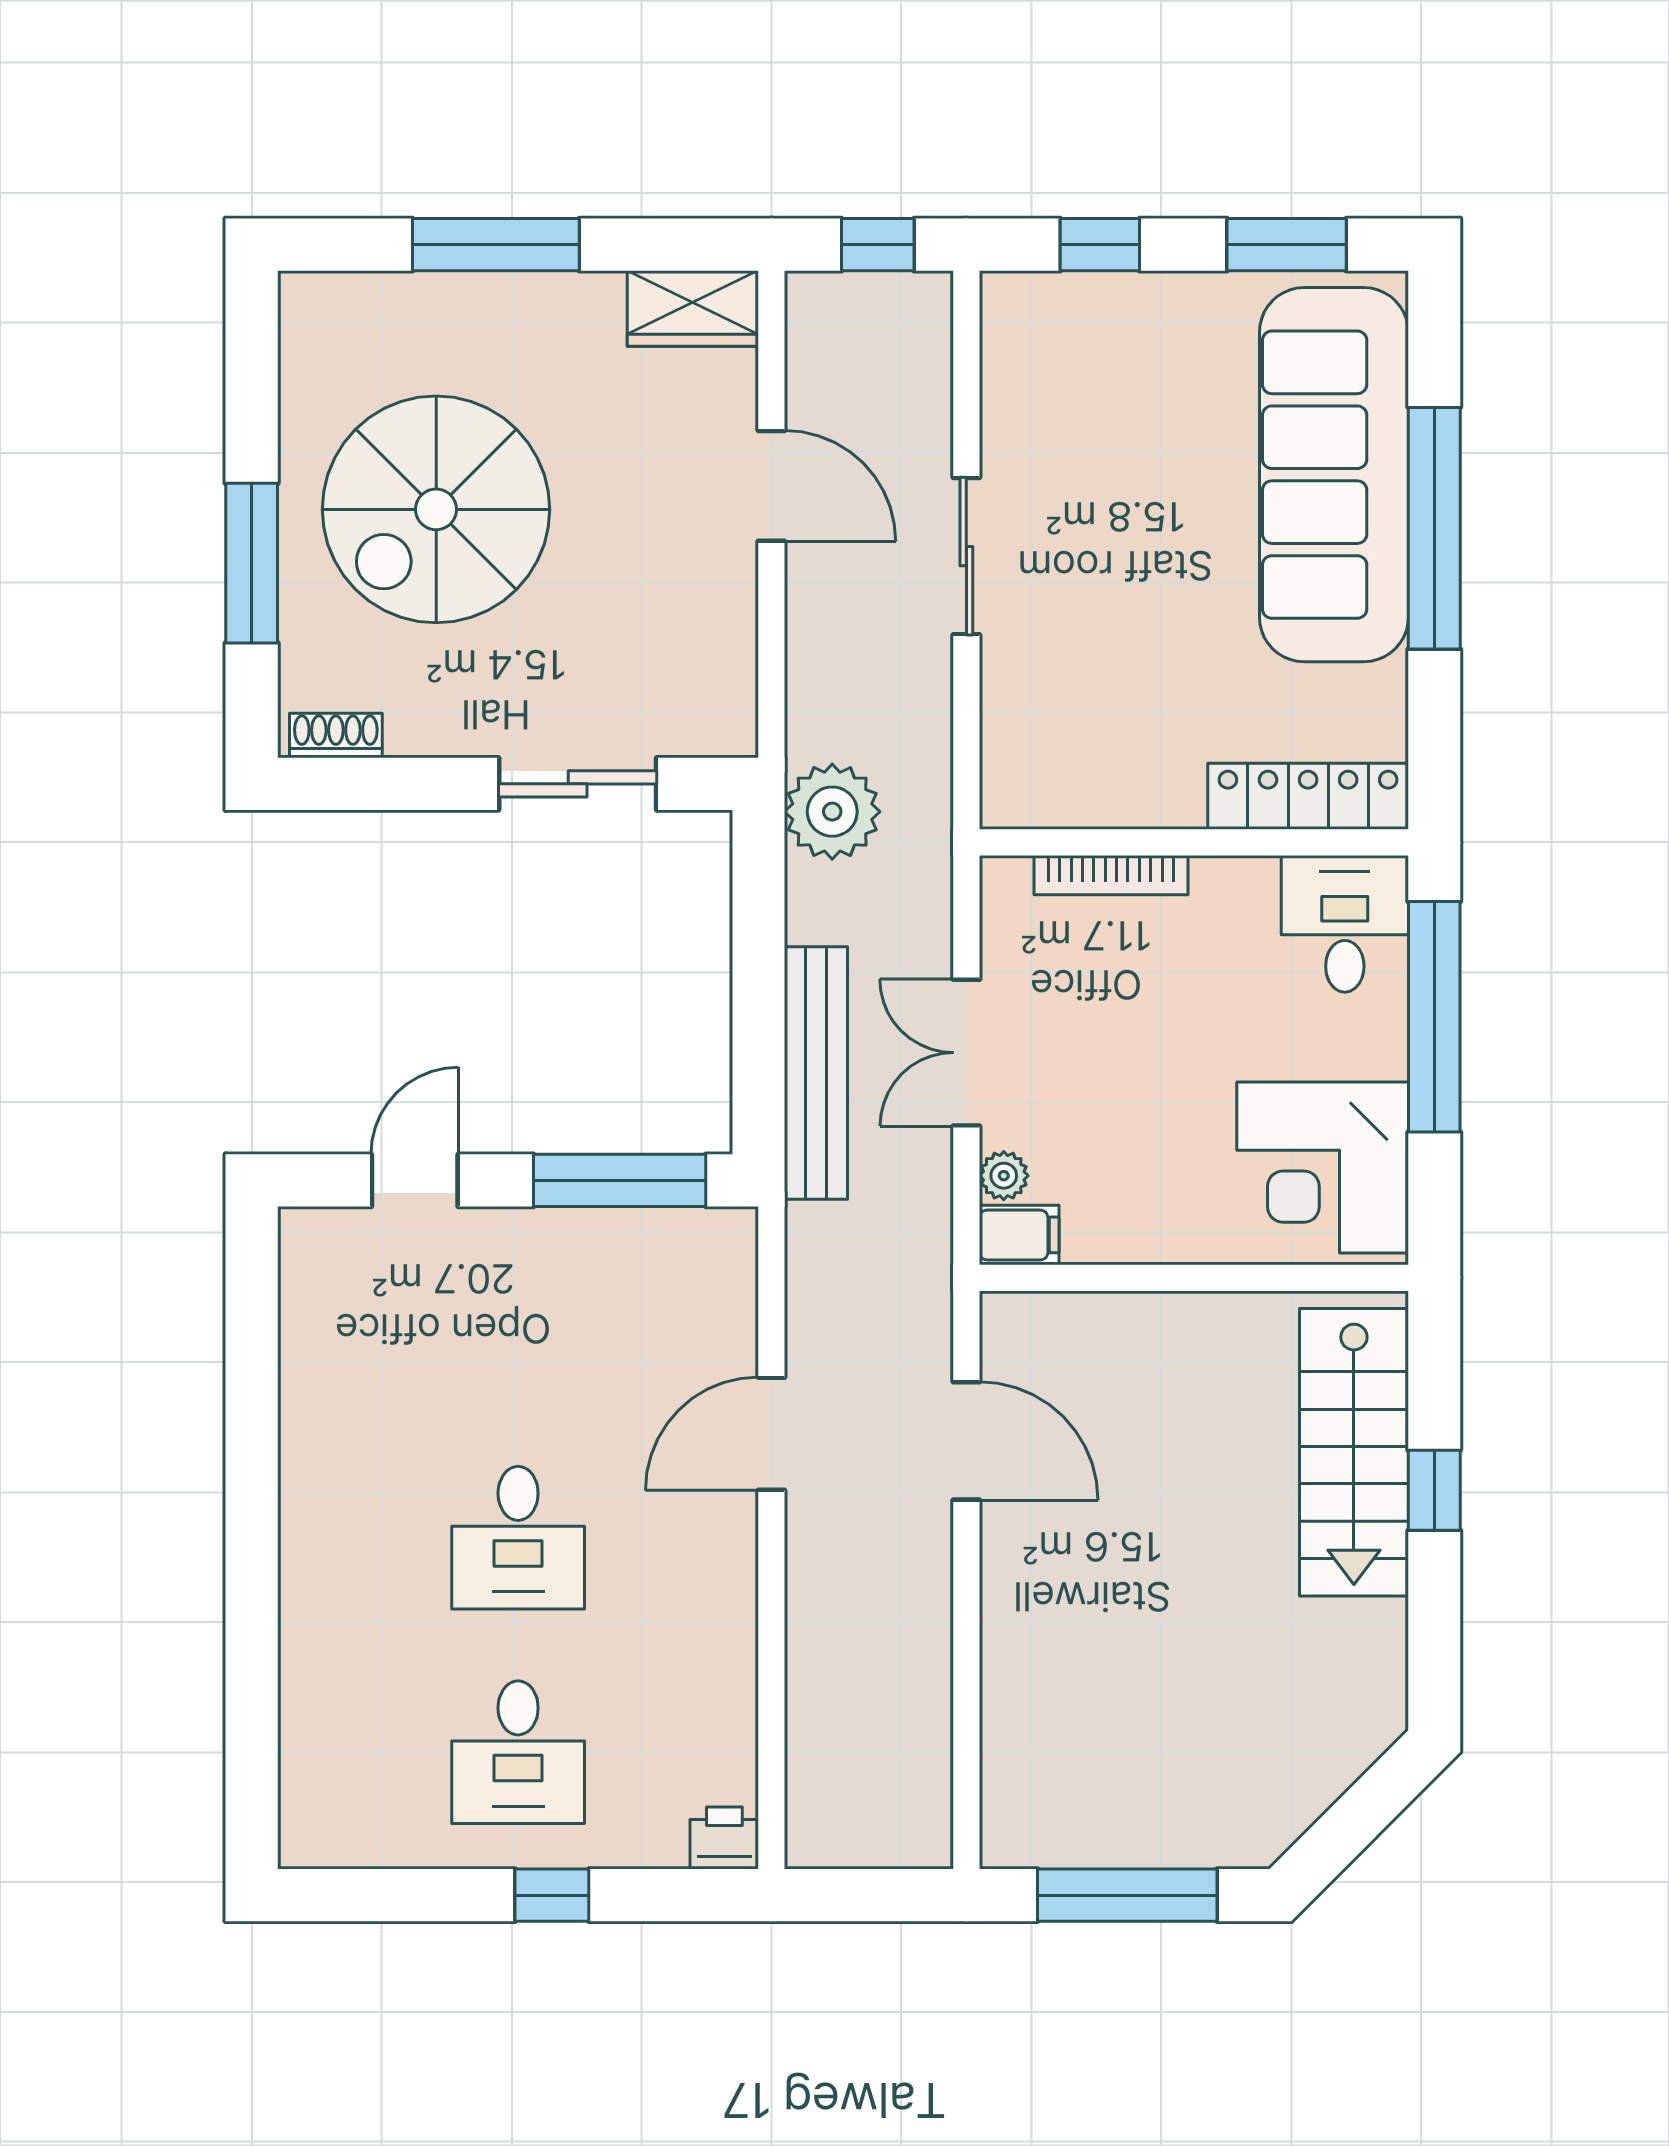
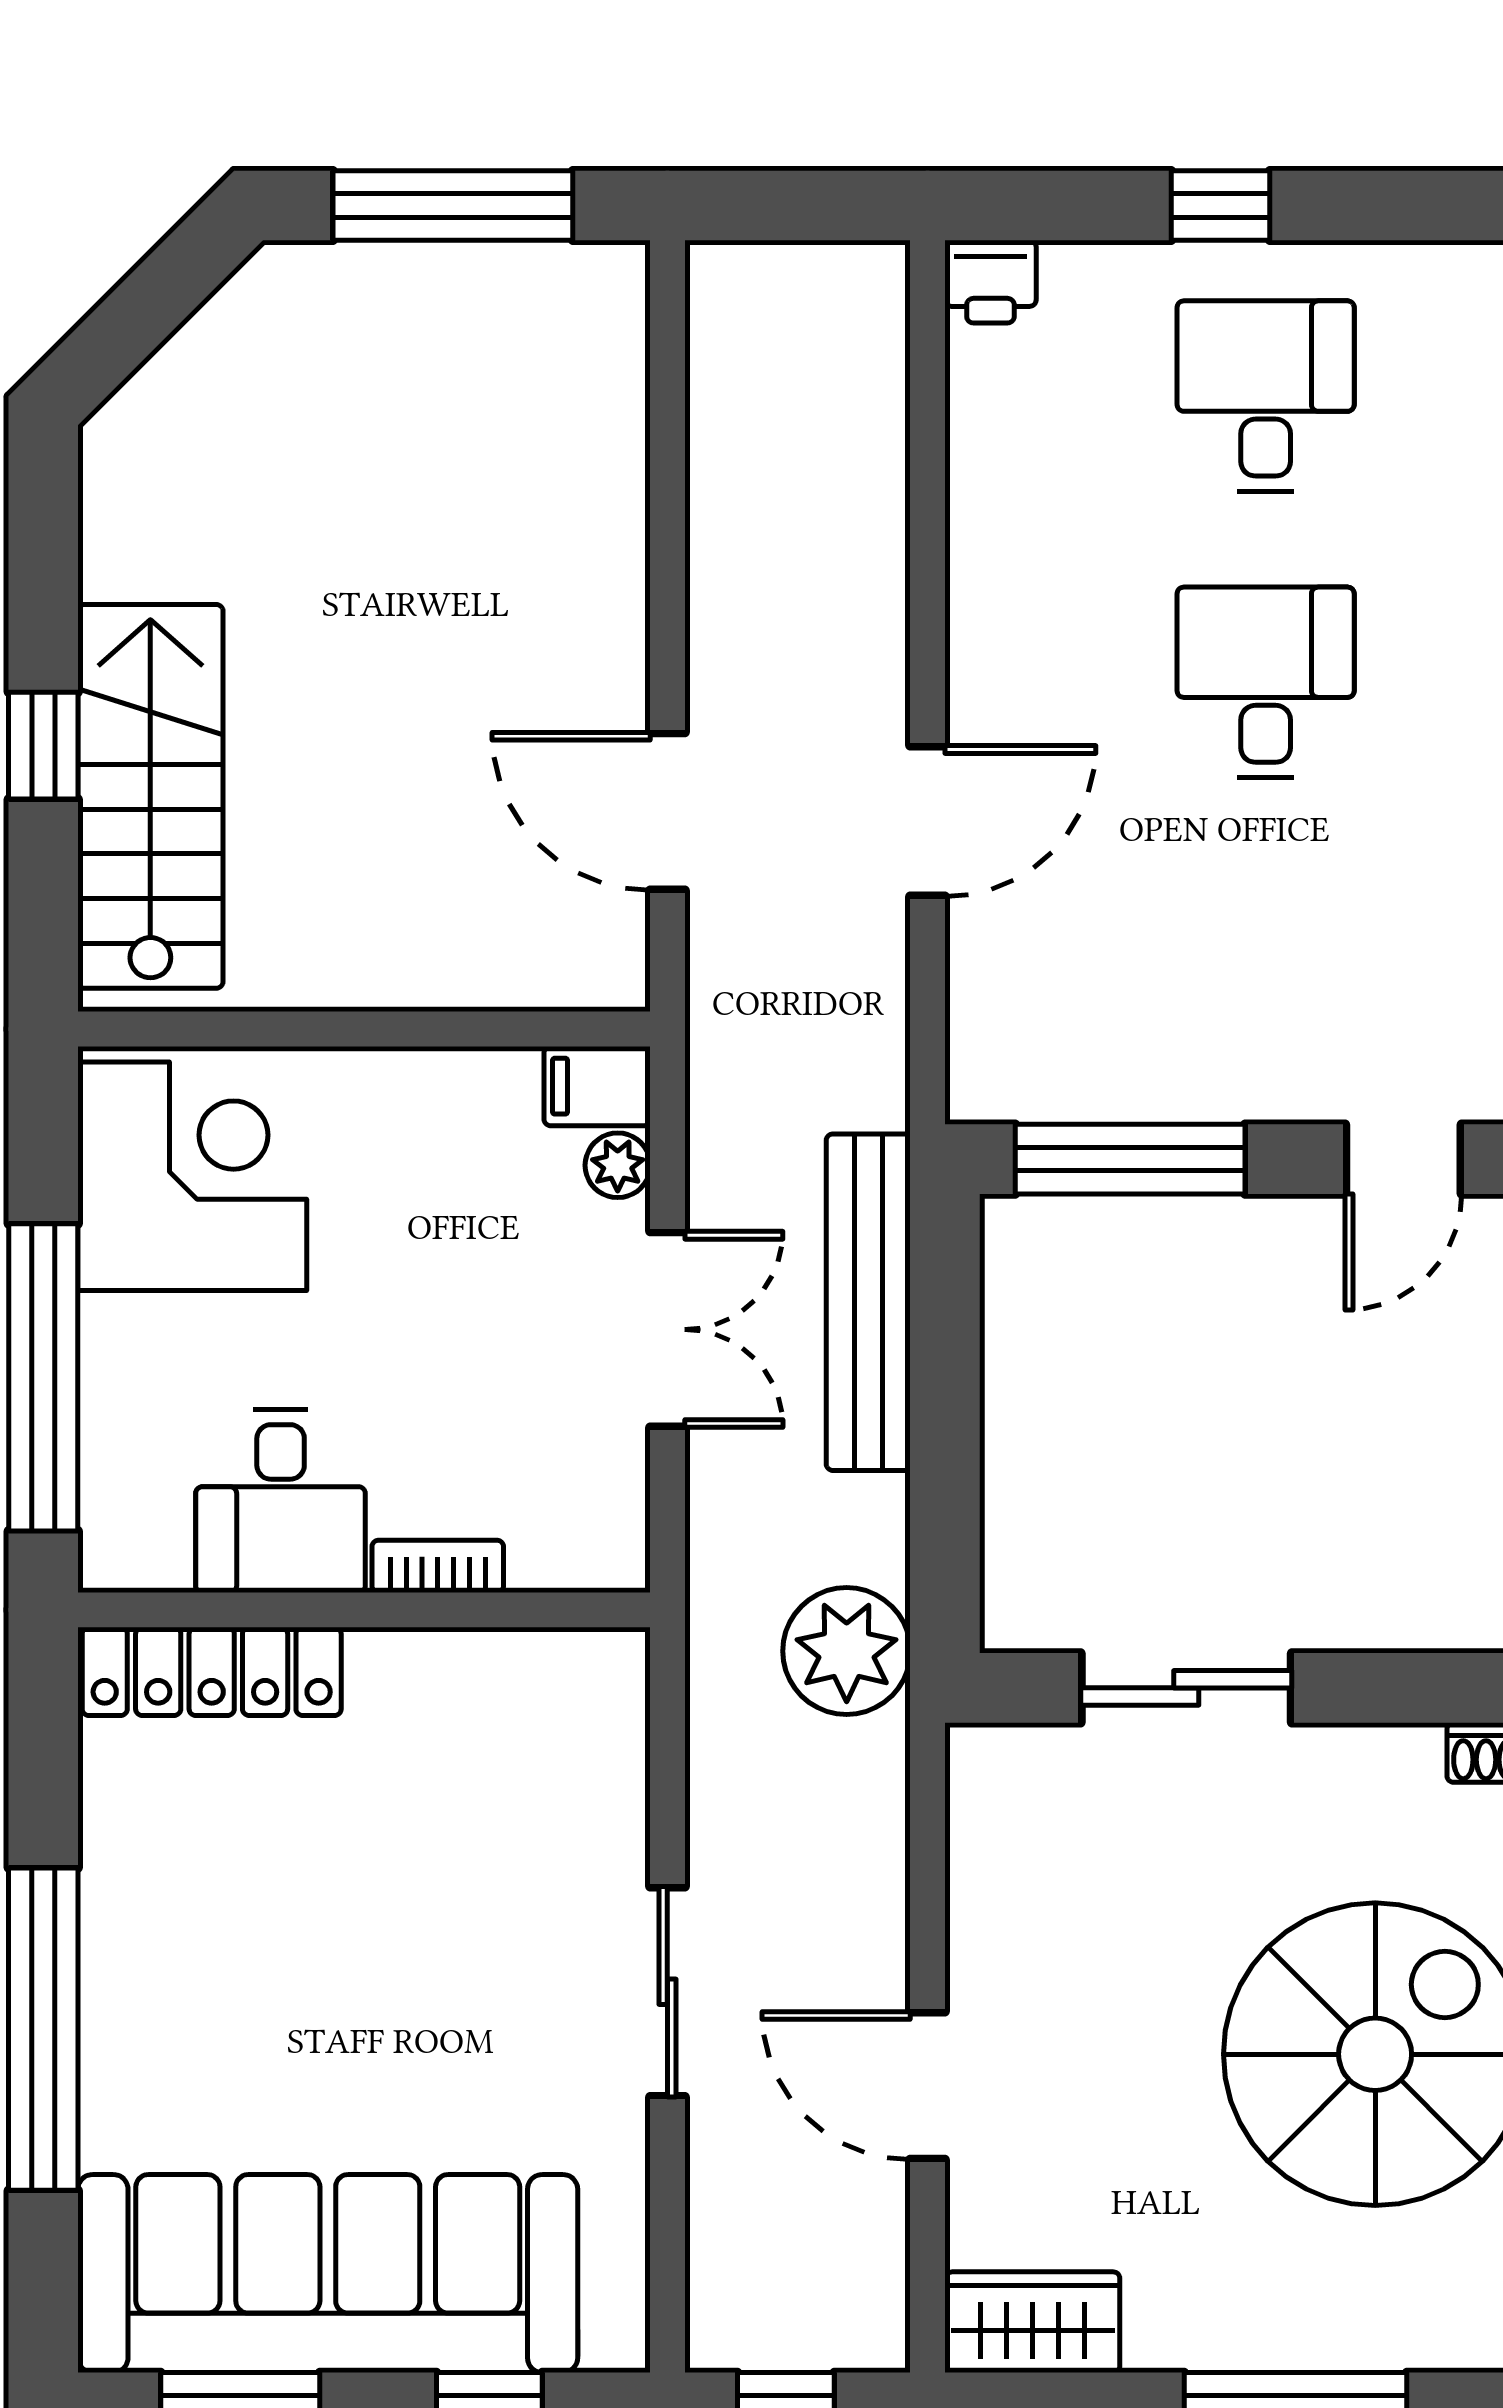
sofa: (1334, 475) -> (328, 2274), moved, turned -90
bookcase: (1111, 875) -> (438, 1566), width x0.64
desk: (1345, 924) -> (281, 1501), moved

